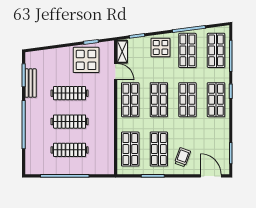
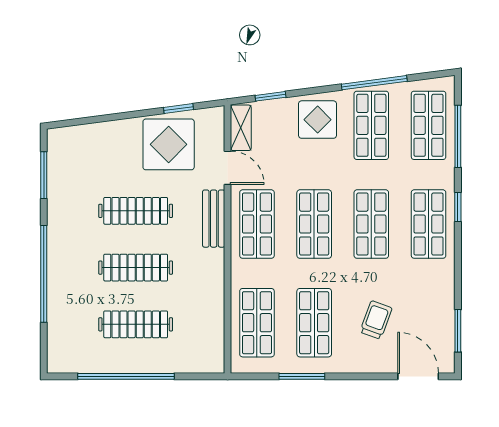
bench: (31, 83) -> (214, 219), moved
trolley: (182, 157) -> (376, 320), moved

